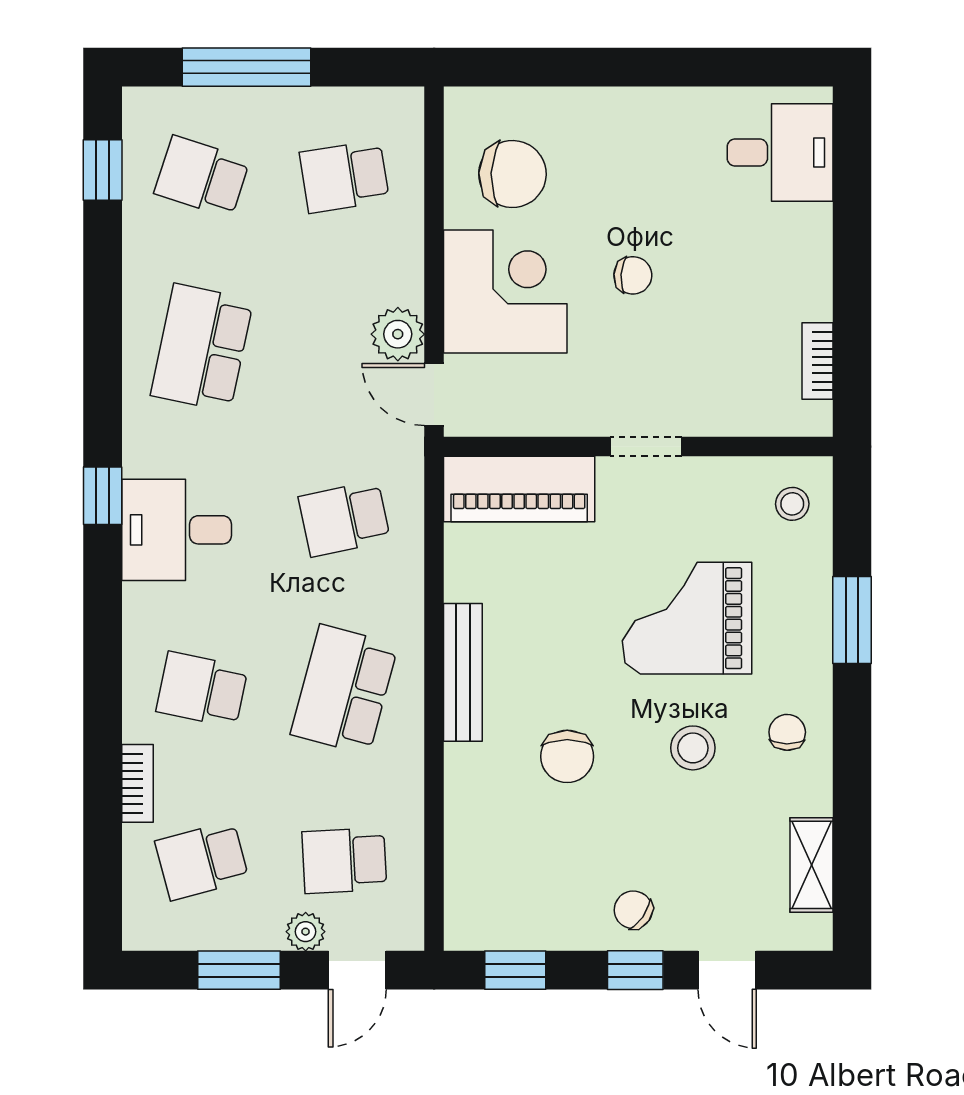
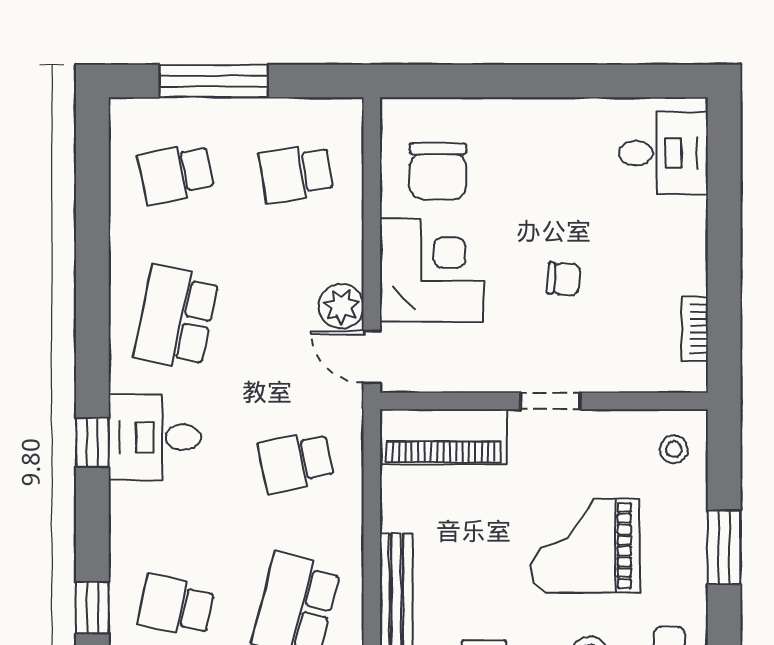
window: (103, 170) -> (92, 608), moved
chair: (512, 174) -> (438, 171), turned 88
school desk: (202, 177) -> (176, 173), turned -30
chair: (633, 275) -> (564, 279), moved
desk: (177, 530) -> (155, 437), moved

